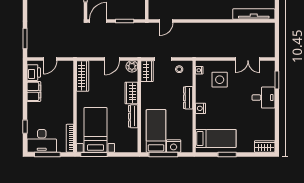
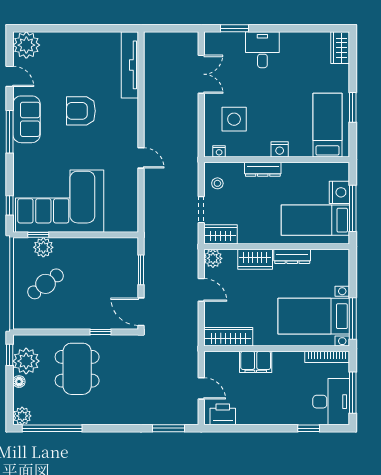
door: (166, 21) -> (141, 158), moved
filing cabinet: (34, 91) -> (256, 362), moved, turned 180

